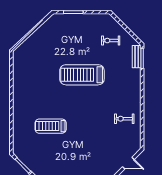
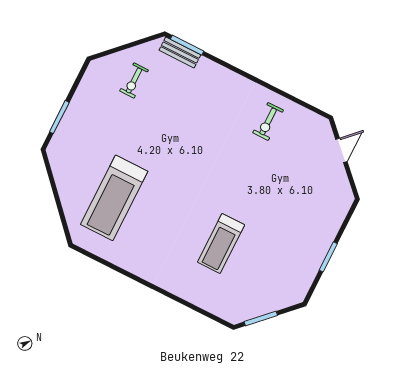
treadmill: (82, 75) -> (114, 198), moved

